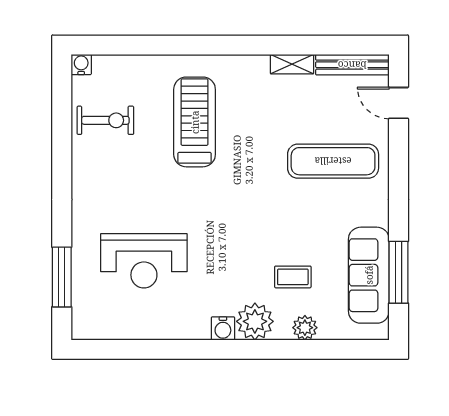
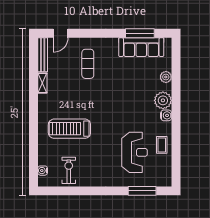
water cooler: (81, 65) -> (43, 171), moved
exercise mat: (333, 161) -> (88, 64), width x0.73, depth x0.69
coffee table: (293, 277) -> (162, 145), moved

